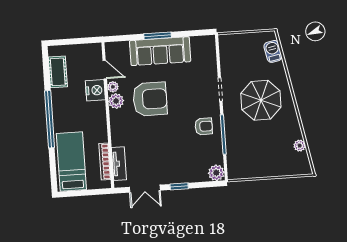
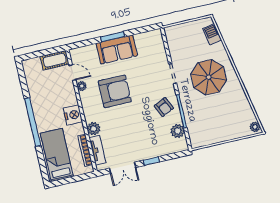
sofa: (160, 51) -> (117, 49), width x0.73
cot: (58, 72) -> (55, 60), moved, turned 90
nightstand: (95, 90) -> (73, 115), moved
plant: (116, 101) -> (94, 129), moved
armchair: (204, 126) -> (164, 107), turned 65
plant: (300, 146) -> (255, 127), moved
plant: (216, 173) -> (178, 131), moved

